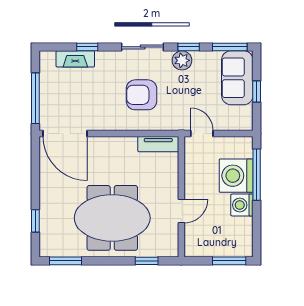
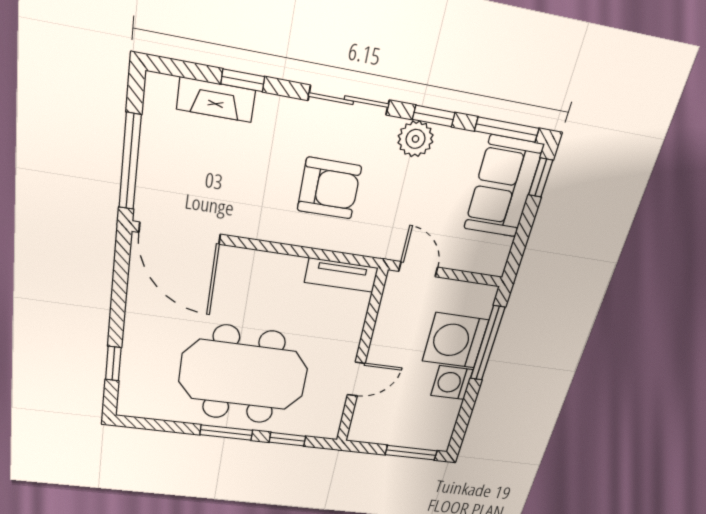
window: (257, 92) -> (541, 178), moved
armchair: (141, 95) -> (329, 188), turned 180
window: (65, 261) -> (226, 432), moved

